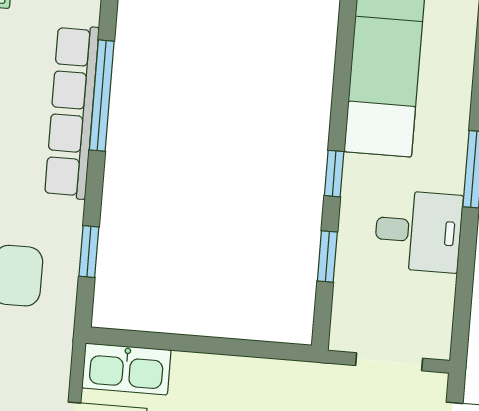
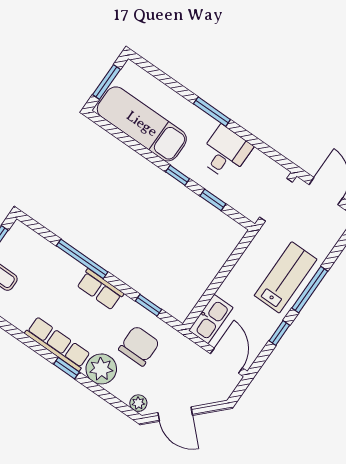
row of seats: (72, 112) -> (100, 289), width x0.50
doorway: (389, 362) -> (276, 200), width x1.38

